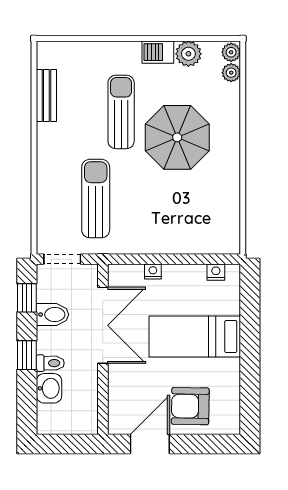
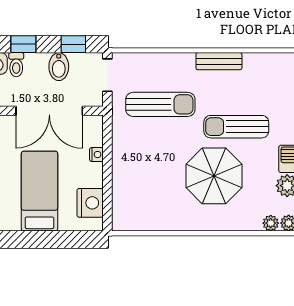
bench: (46, 95) -> (219, 61), moved
sun lounger: (121, 112) -> (236, 127), turned 180
nightstand: (216, 272) -> (90, 203), width x1.89, depth x1.79

